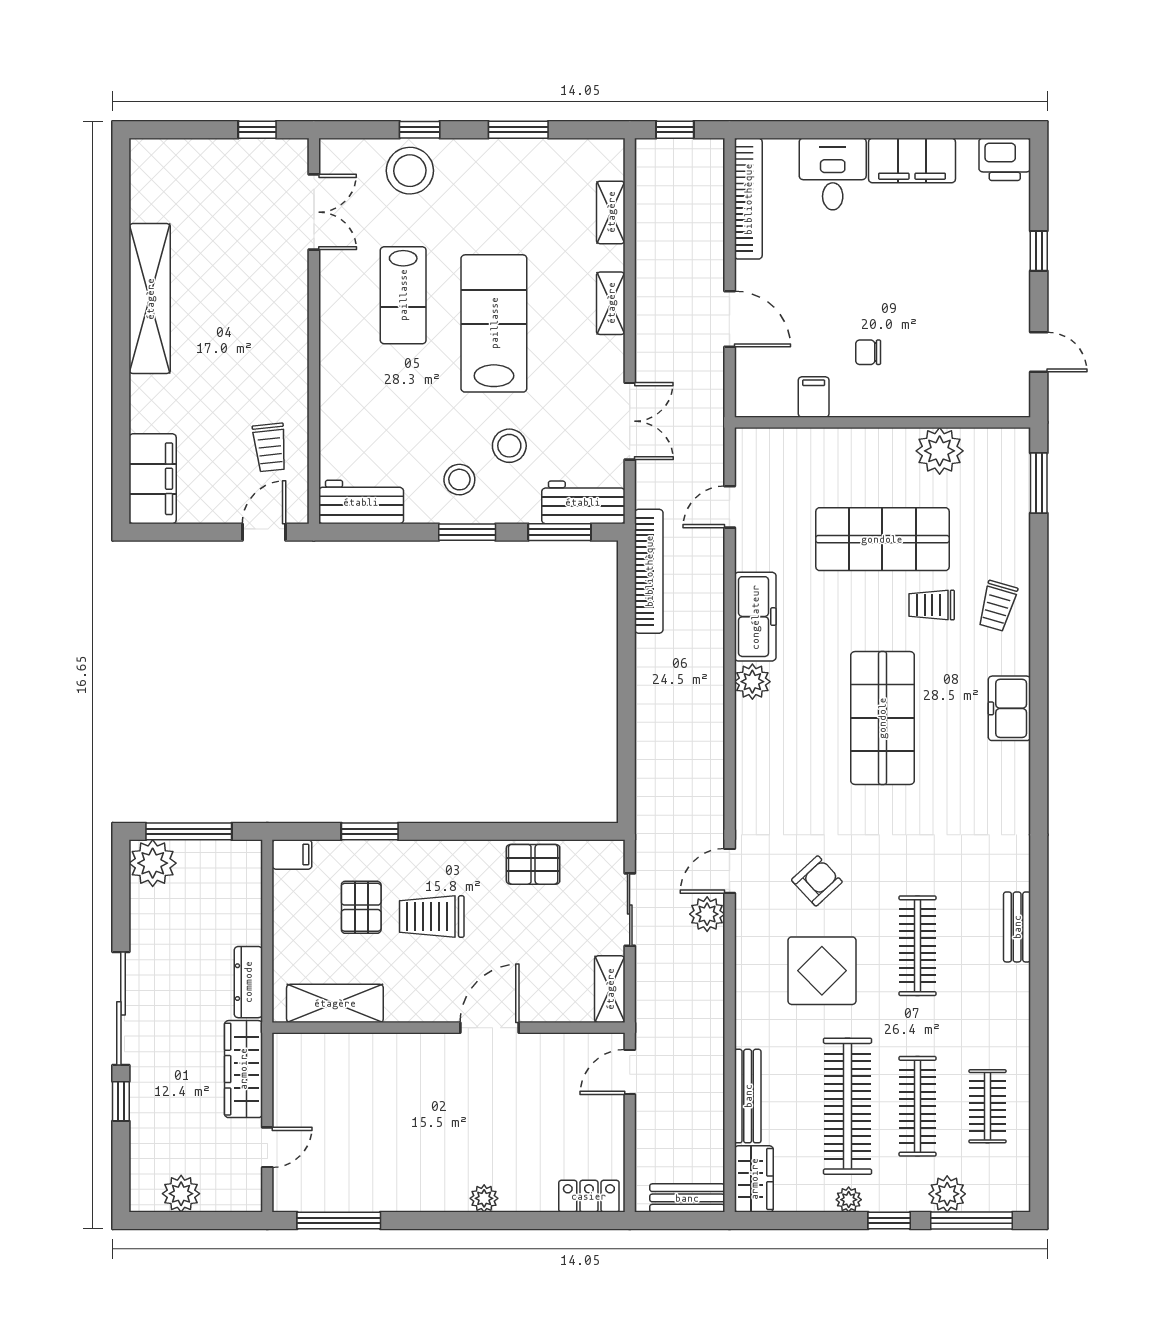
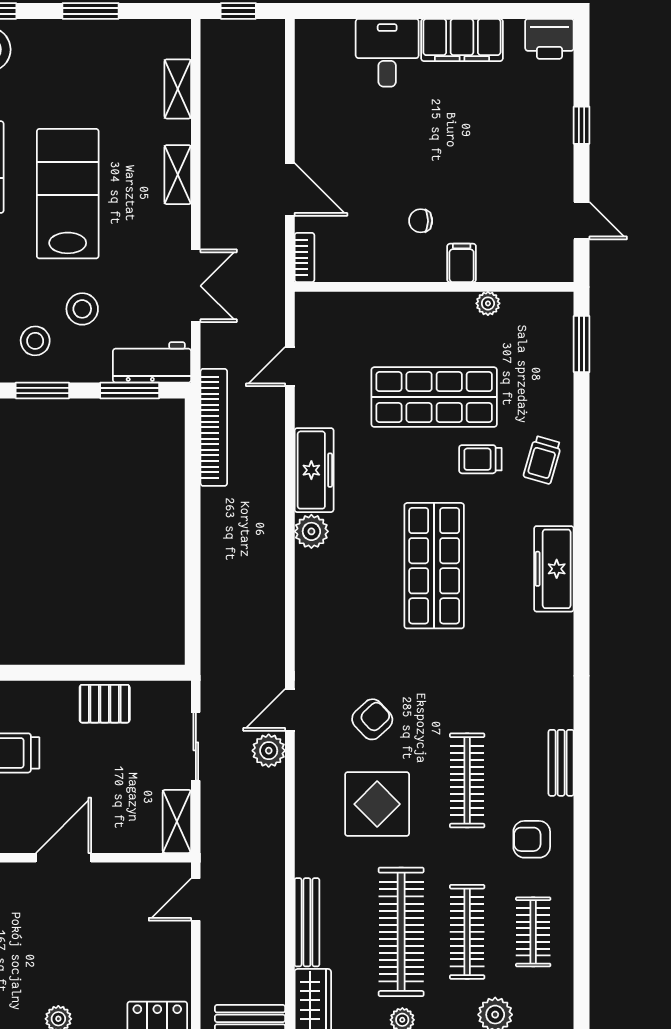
bookcase: (748, 199) -> (304, 258), moved, width x0.43, depth x0.76
filing cabinet: (814, 397) -> (462, 263), moved
plant: (940, 451) -> (488, 303), width x0.53, depth x0.53
freezer: (1009, 708) -> (554, 569), width x1.40
armchair: (986, 1008) -> (532, 839), added

